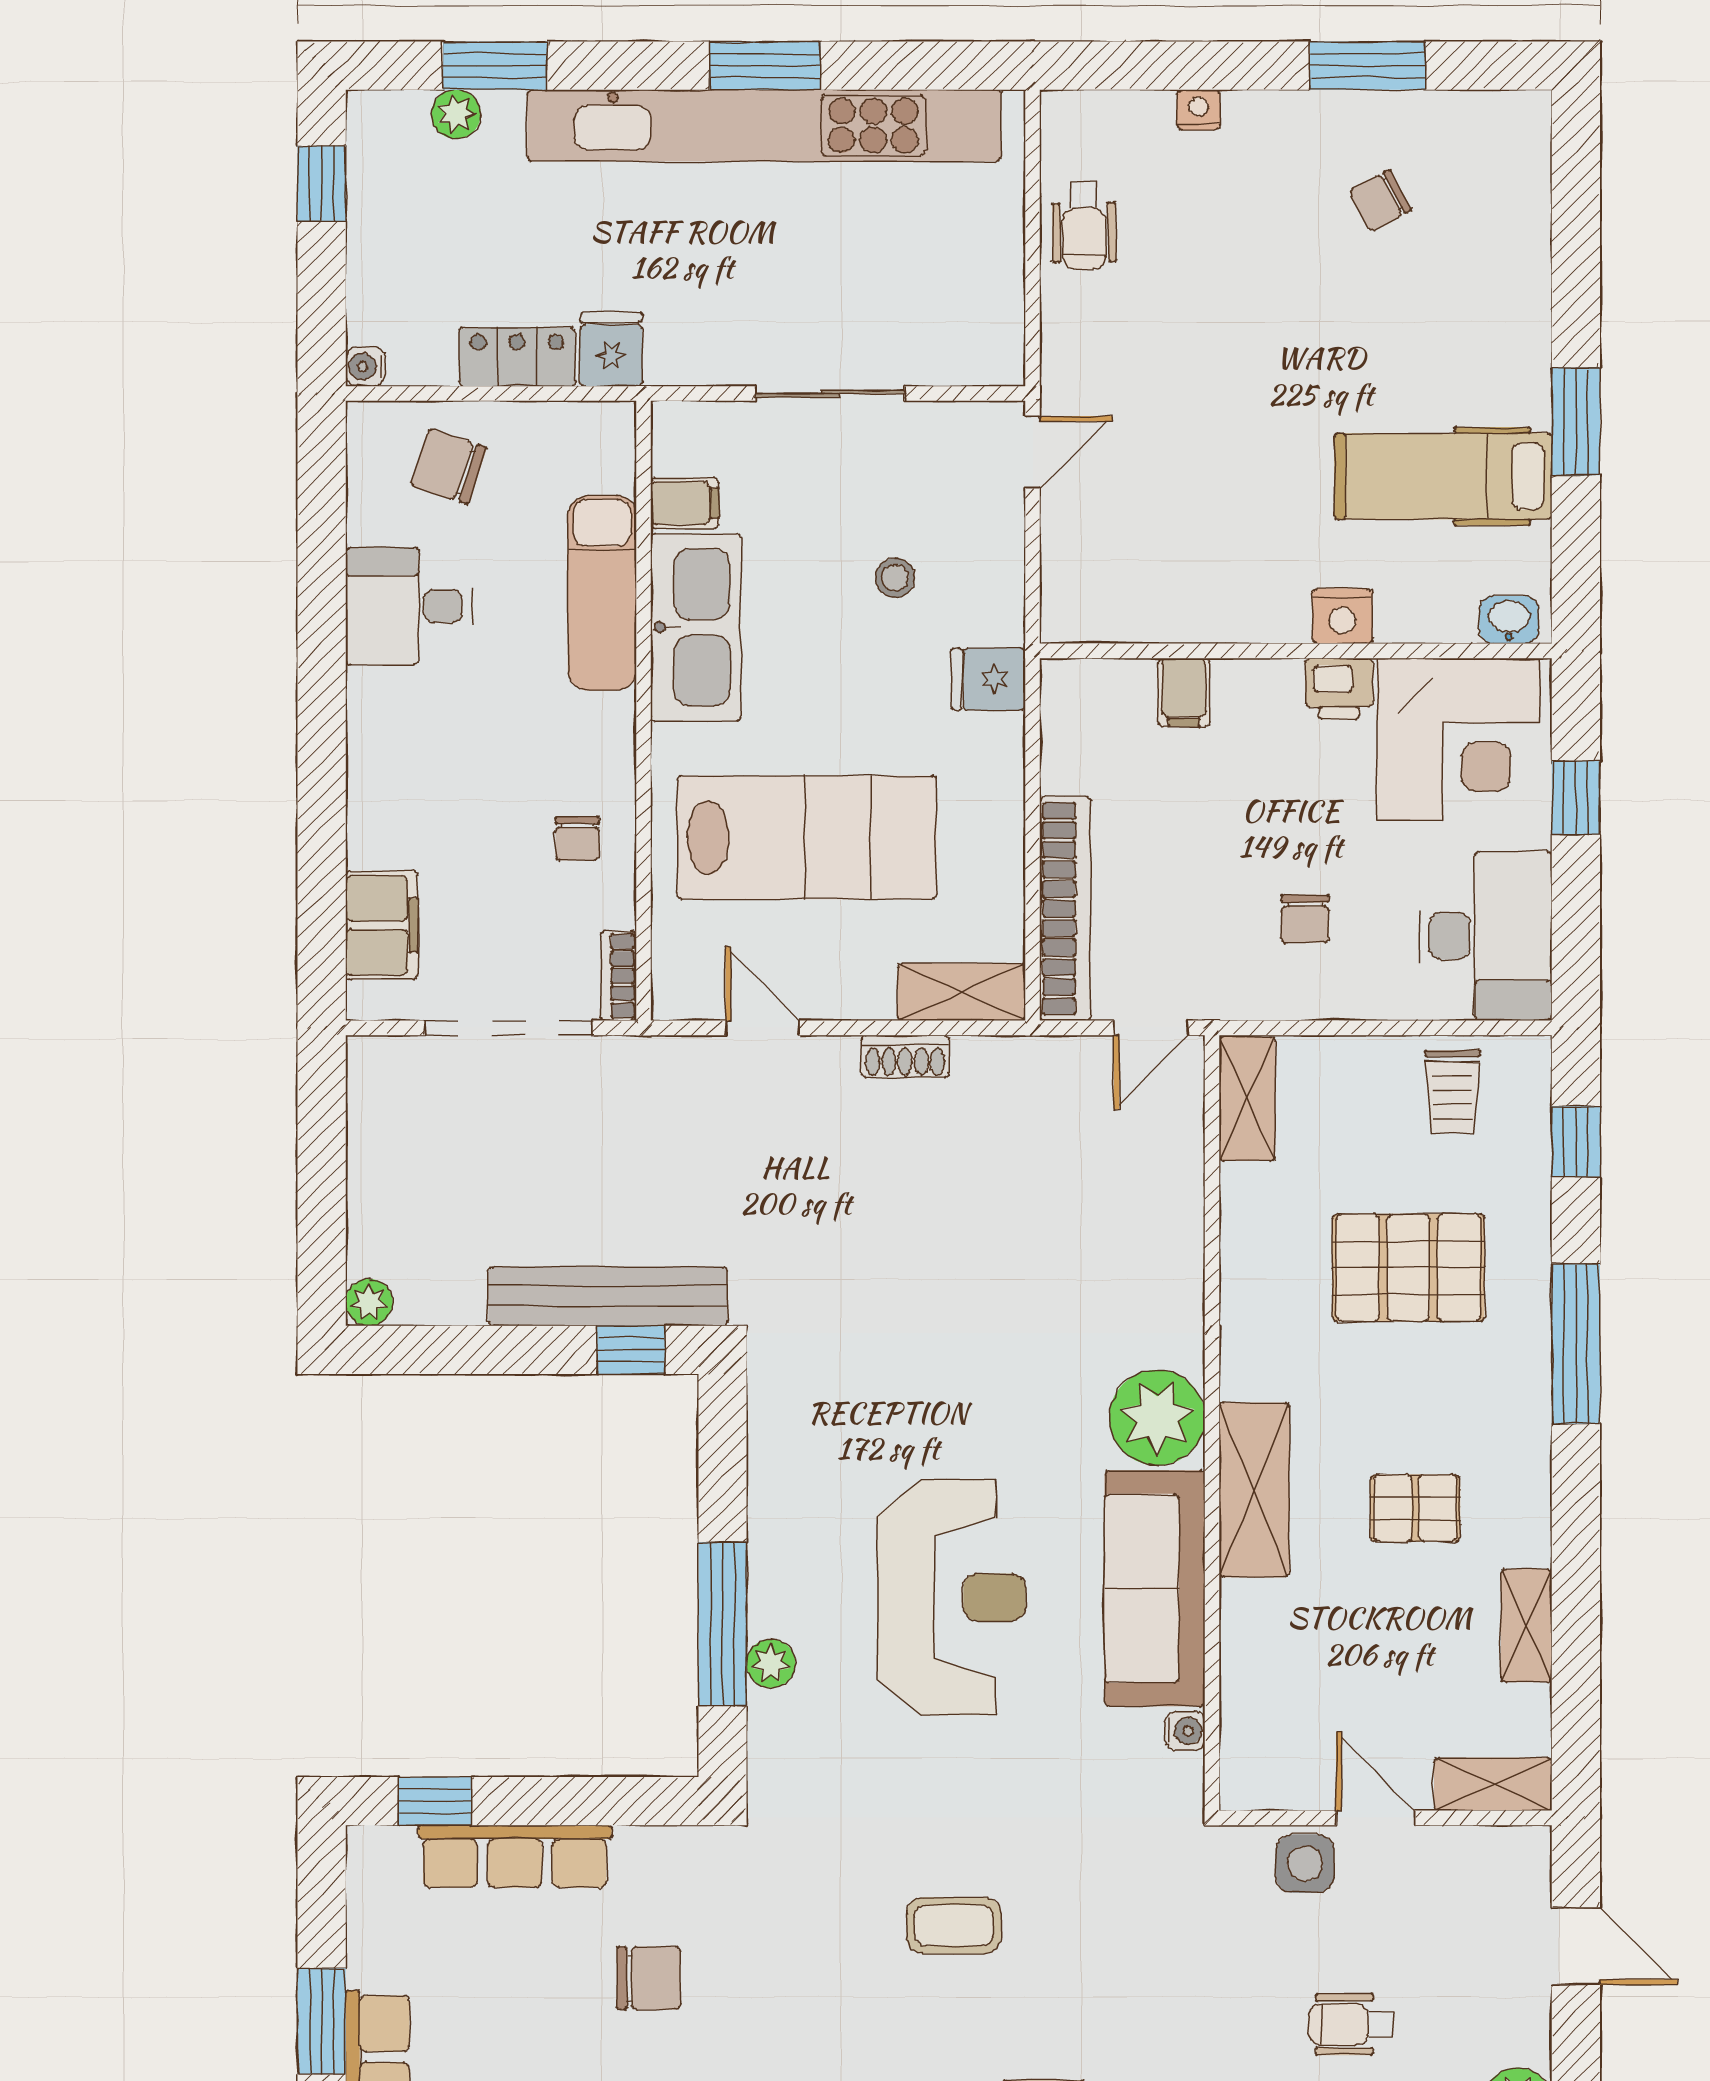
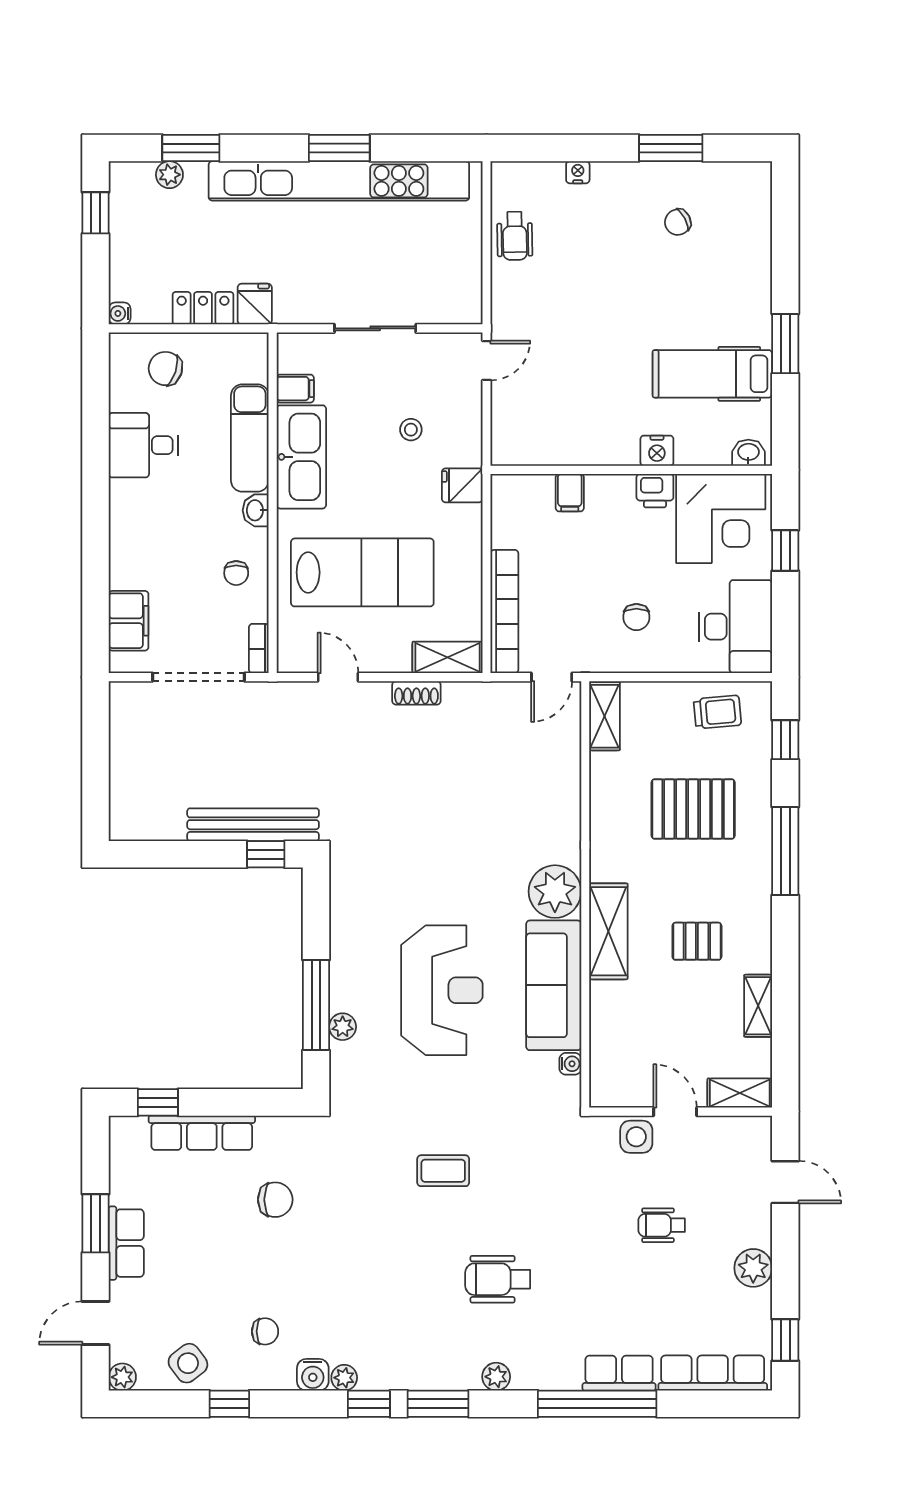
washbasin: (613, 725) -> (256, 510), added
trolley: (1452, 1091) -> (717, 712), turned -95
plant: (369, 1302) -> (122, 828), removed

